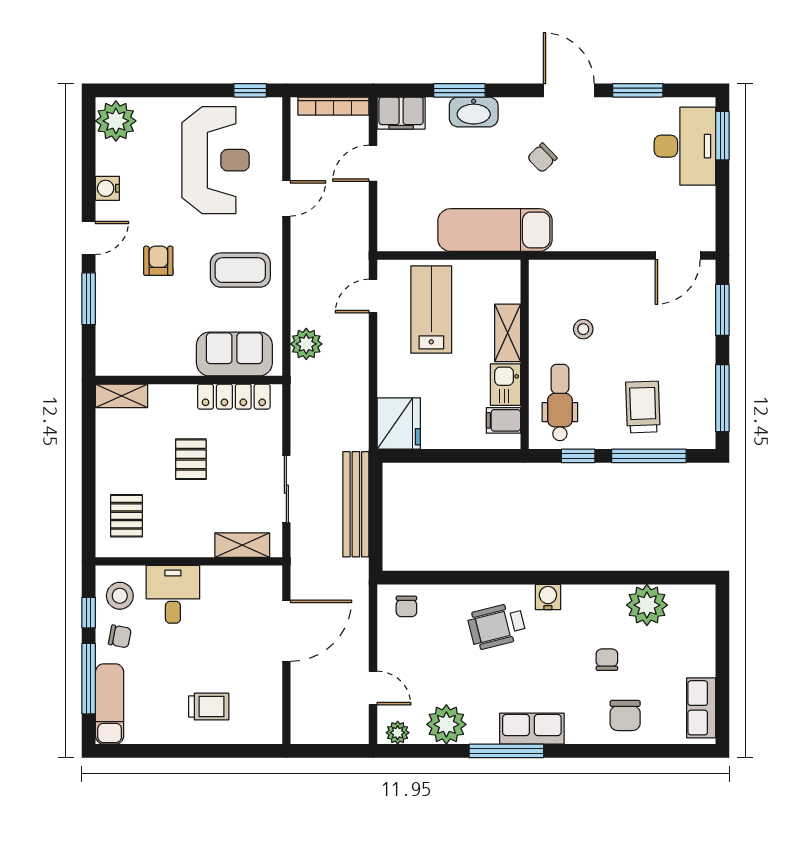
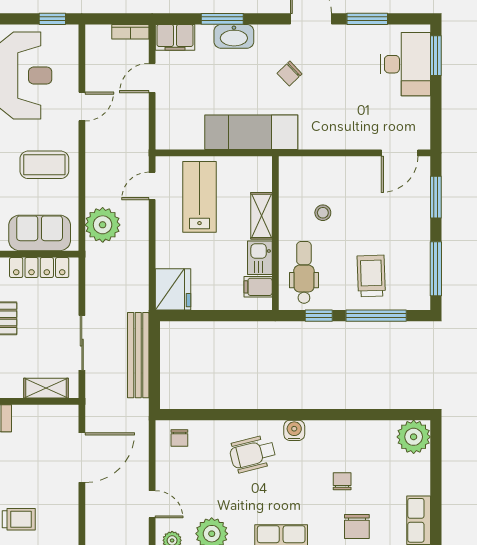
bookcase: (333, 106) -> (130, 32), width x0.64
plant: (306, 344) -> (103, 225), width x1.36, depth x1.36
plant: (647, 605) -> (414, 437), moved

